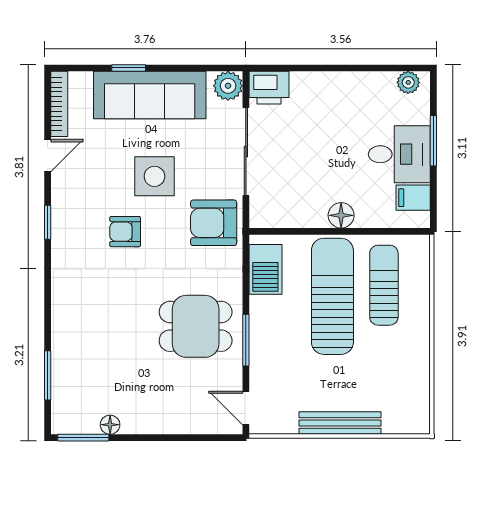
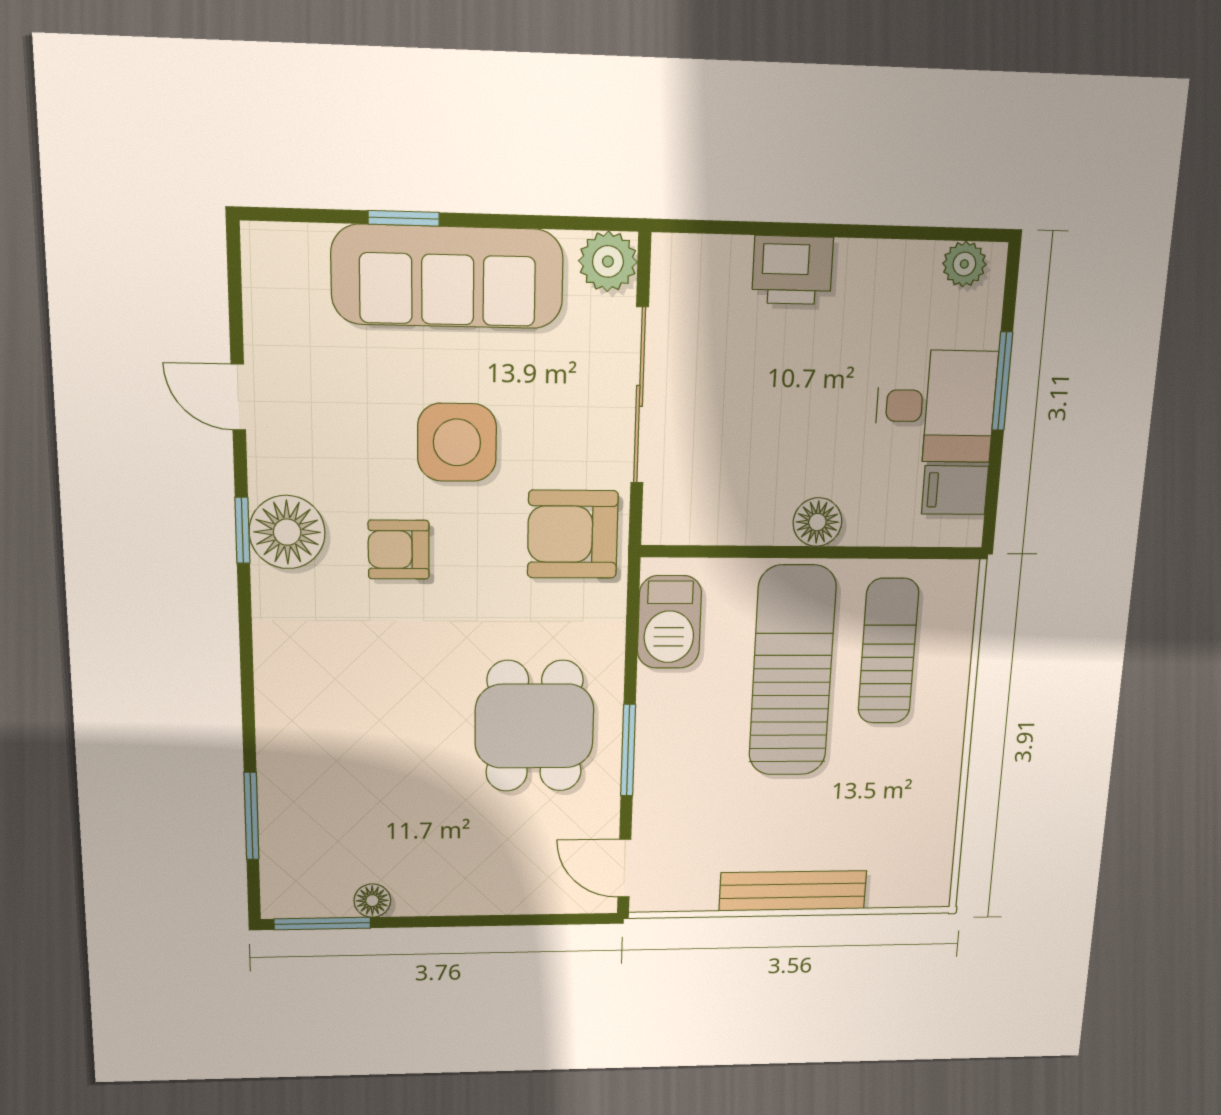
printer: (269, 88) -> (792, 270), moved
bookcase: (59, 104) -> (259, 291), removed
door: (48, 155) -> (238, 397), swing flipped
floor lamp: (70, 223) -> (287, 532), added
dining table: (196, 326) -> (534, 726), turned 90

